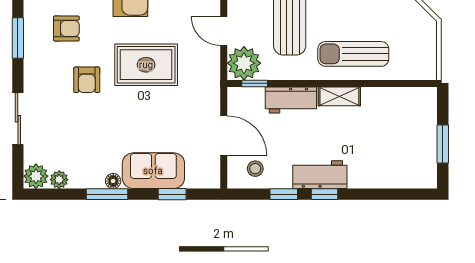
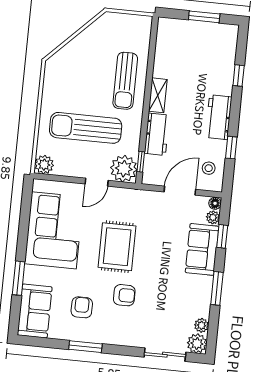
sliding door: (18, 119) -> (165, 355), moved
plant: (195, 180) -> (213, 217), added
floor lamp: (113, 181) -> (215, 203), moved
window: (325, 194) -> (239, 76), moved

